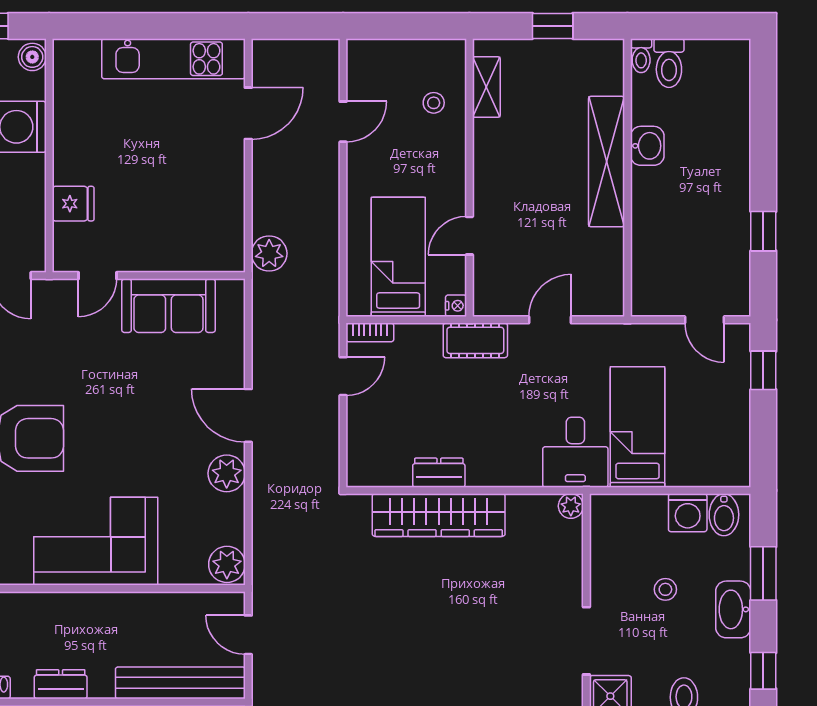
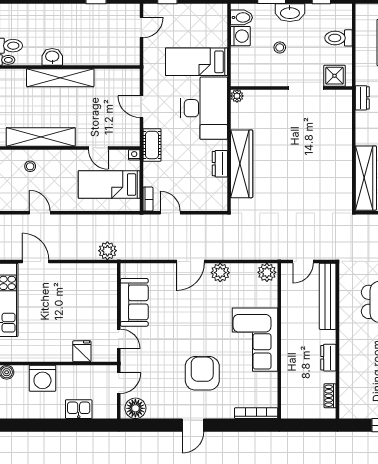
shelving: (486, 87) -> (41, 137), width x2.20, depth x1.33
desk: (575, 452) -> (204, 108), width x1.87, depth x1.30

